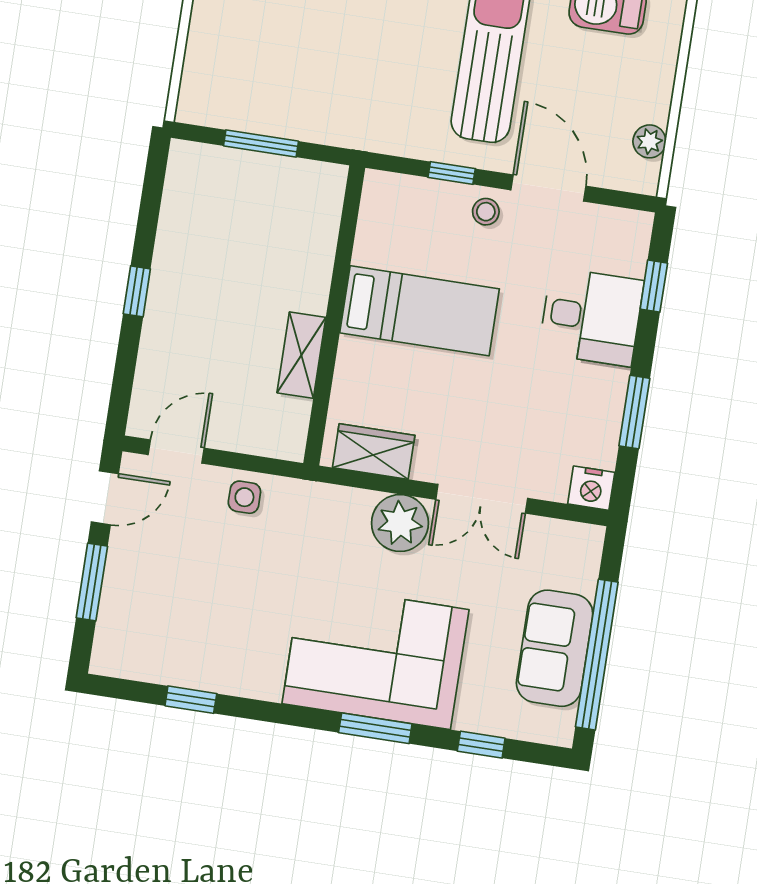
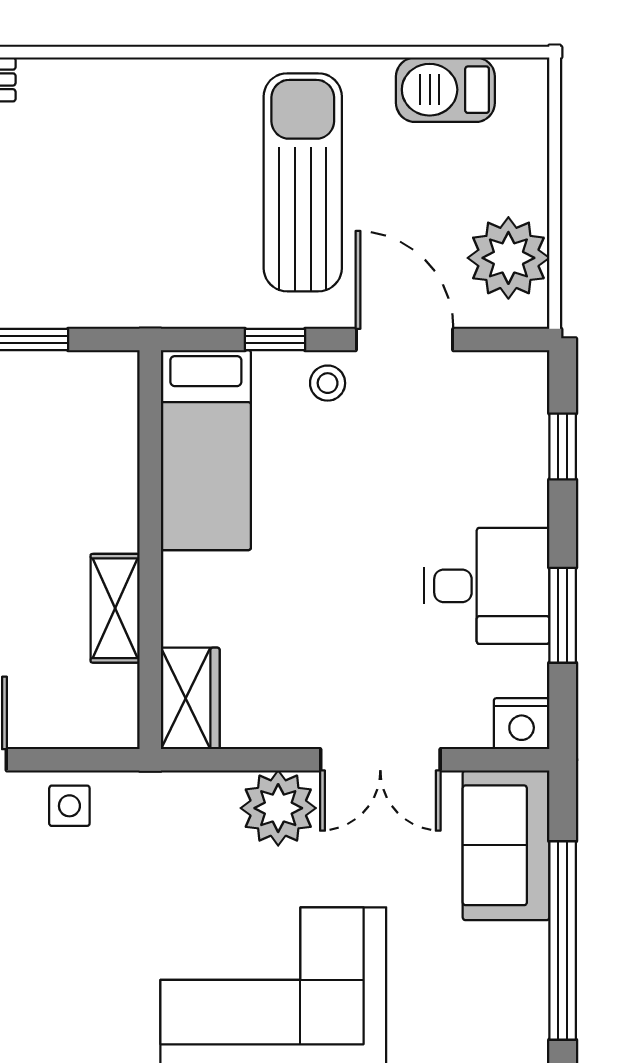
plant: (649, 141) -> (508, 258), width x1.87, depth x1.87
bed: (420, 311) -> (206, 450), moved, turned 90
desk: (591, 317) -> (487, 586), moved
wardrobe: (374, 451) -> (190, 698), moved, turned 90
sofa: (555, 648) -> (506, 845), moved

